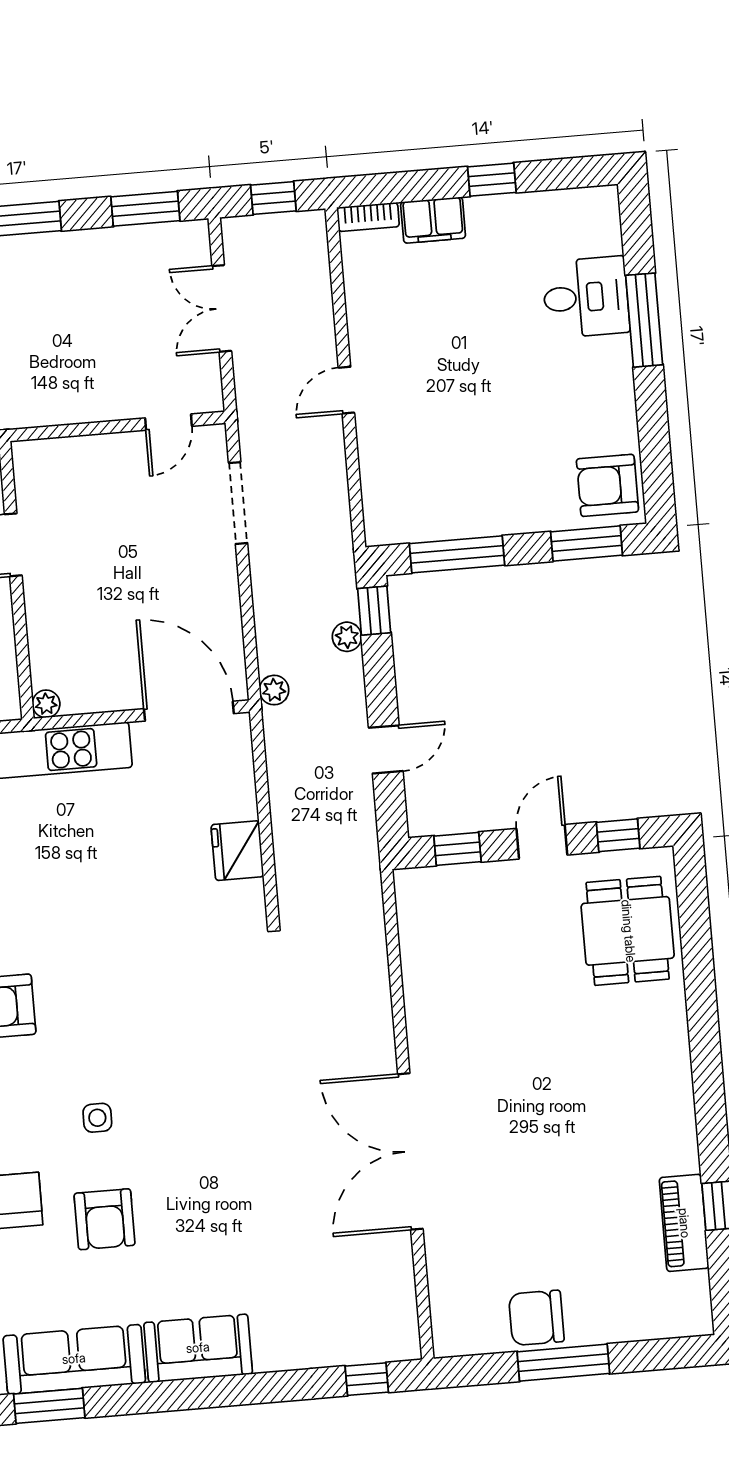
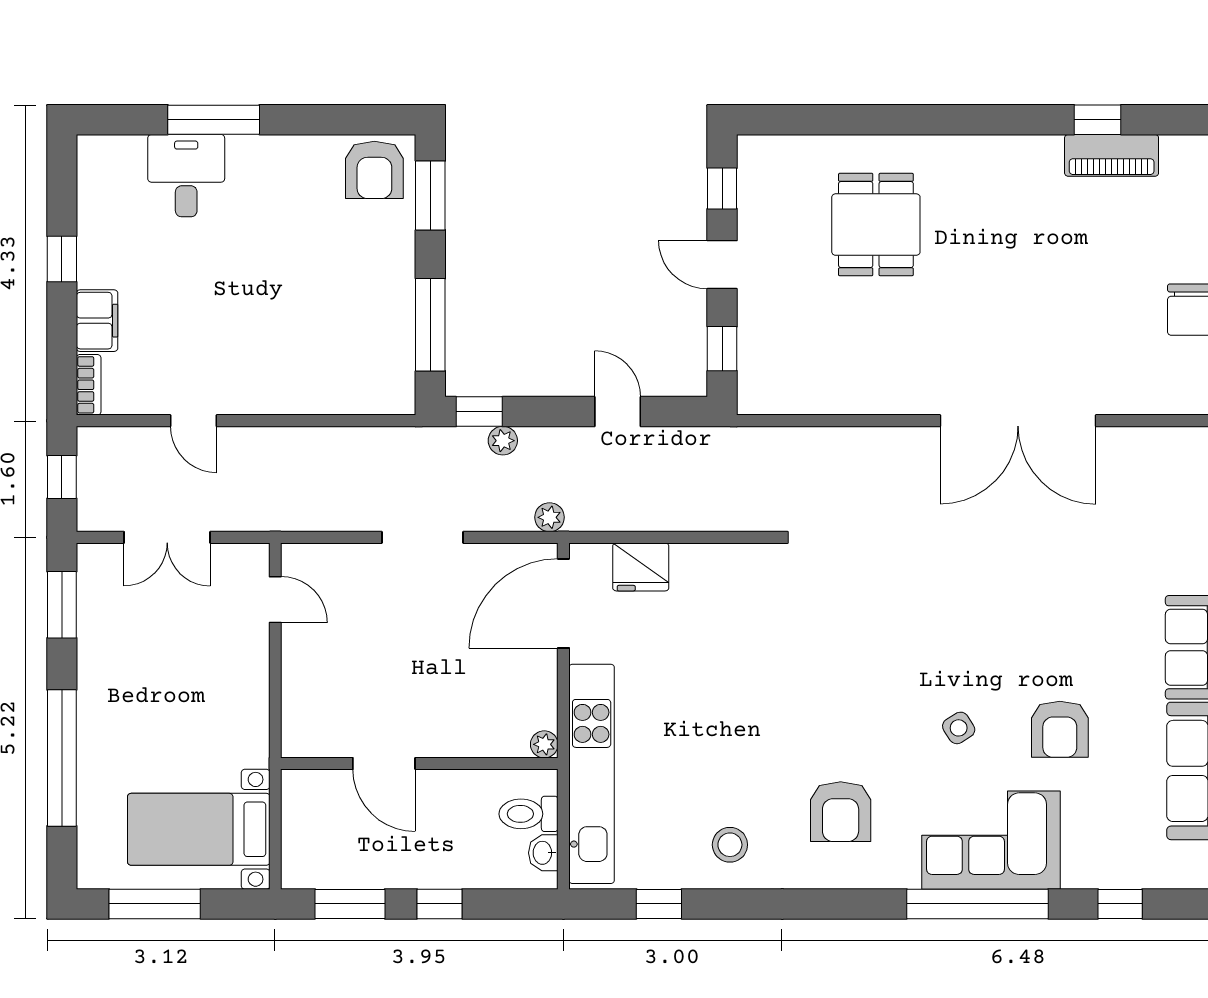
door: (346, 390) -> (193, 421), moved
doorway: (238, 503) -> (422, 537), moved
fridge: (237, 851) -> (641, 567), moved
dining table: (628, 931) -> (876, 225), moved, turned 90
side table: (97, 1118) -> (959, 728), turned -32
armchair: (105, 1219) -> (1060, 729), turned 90

